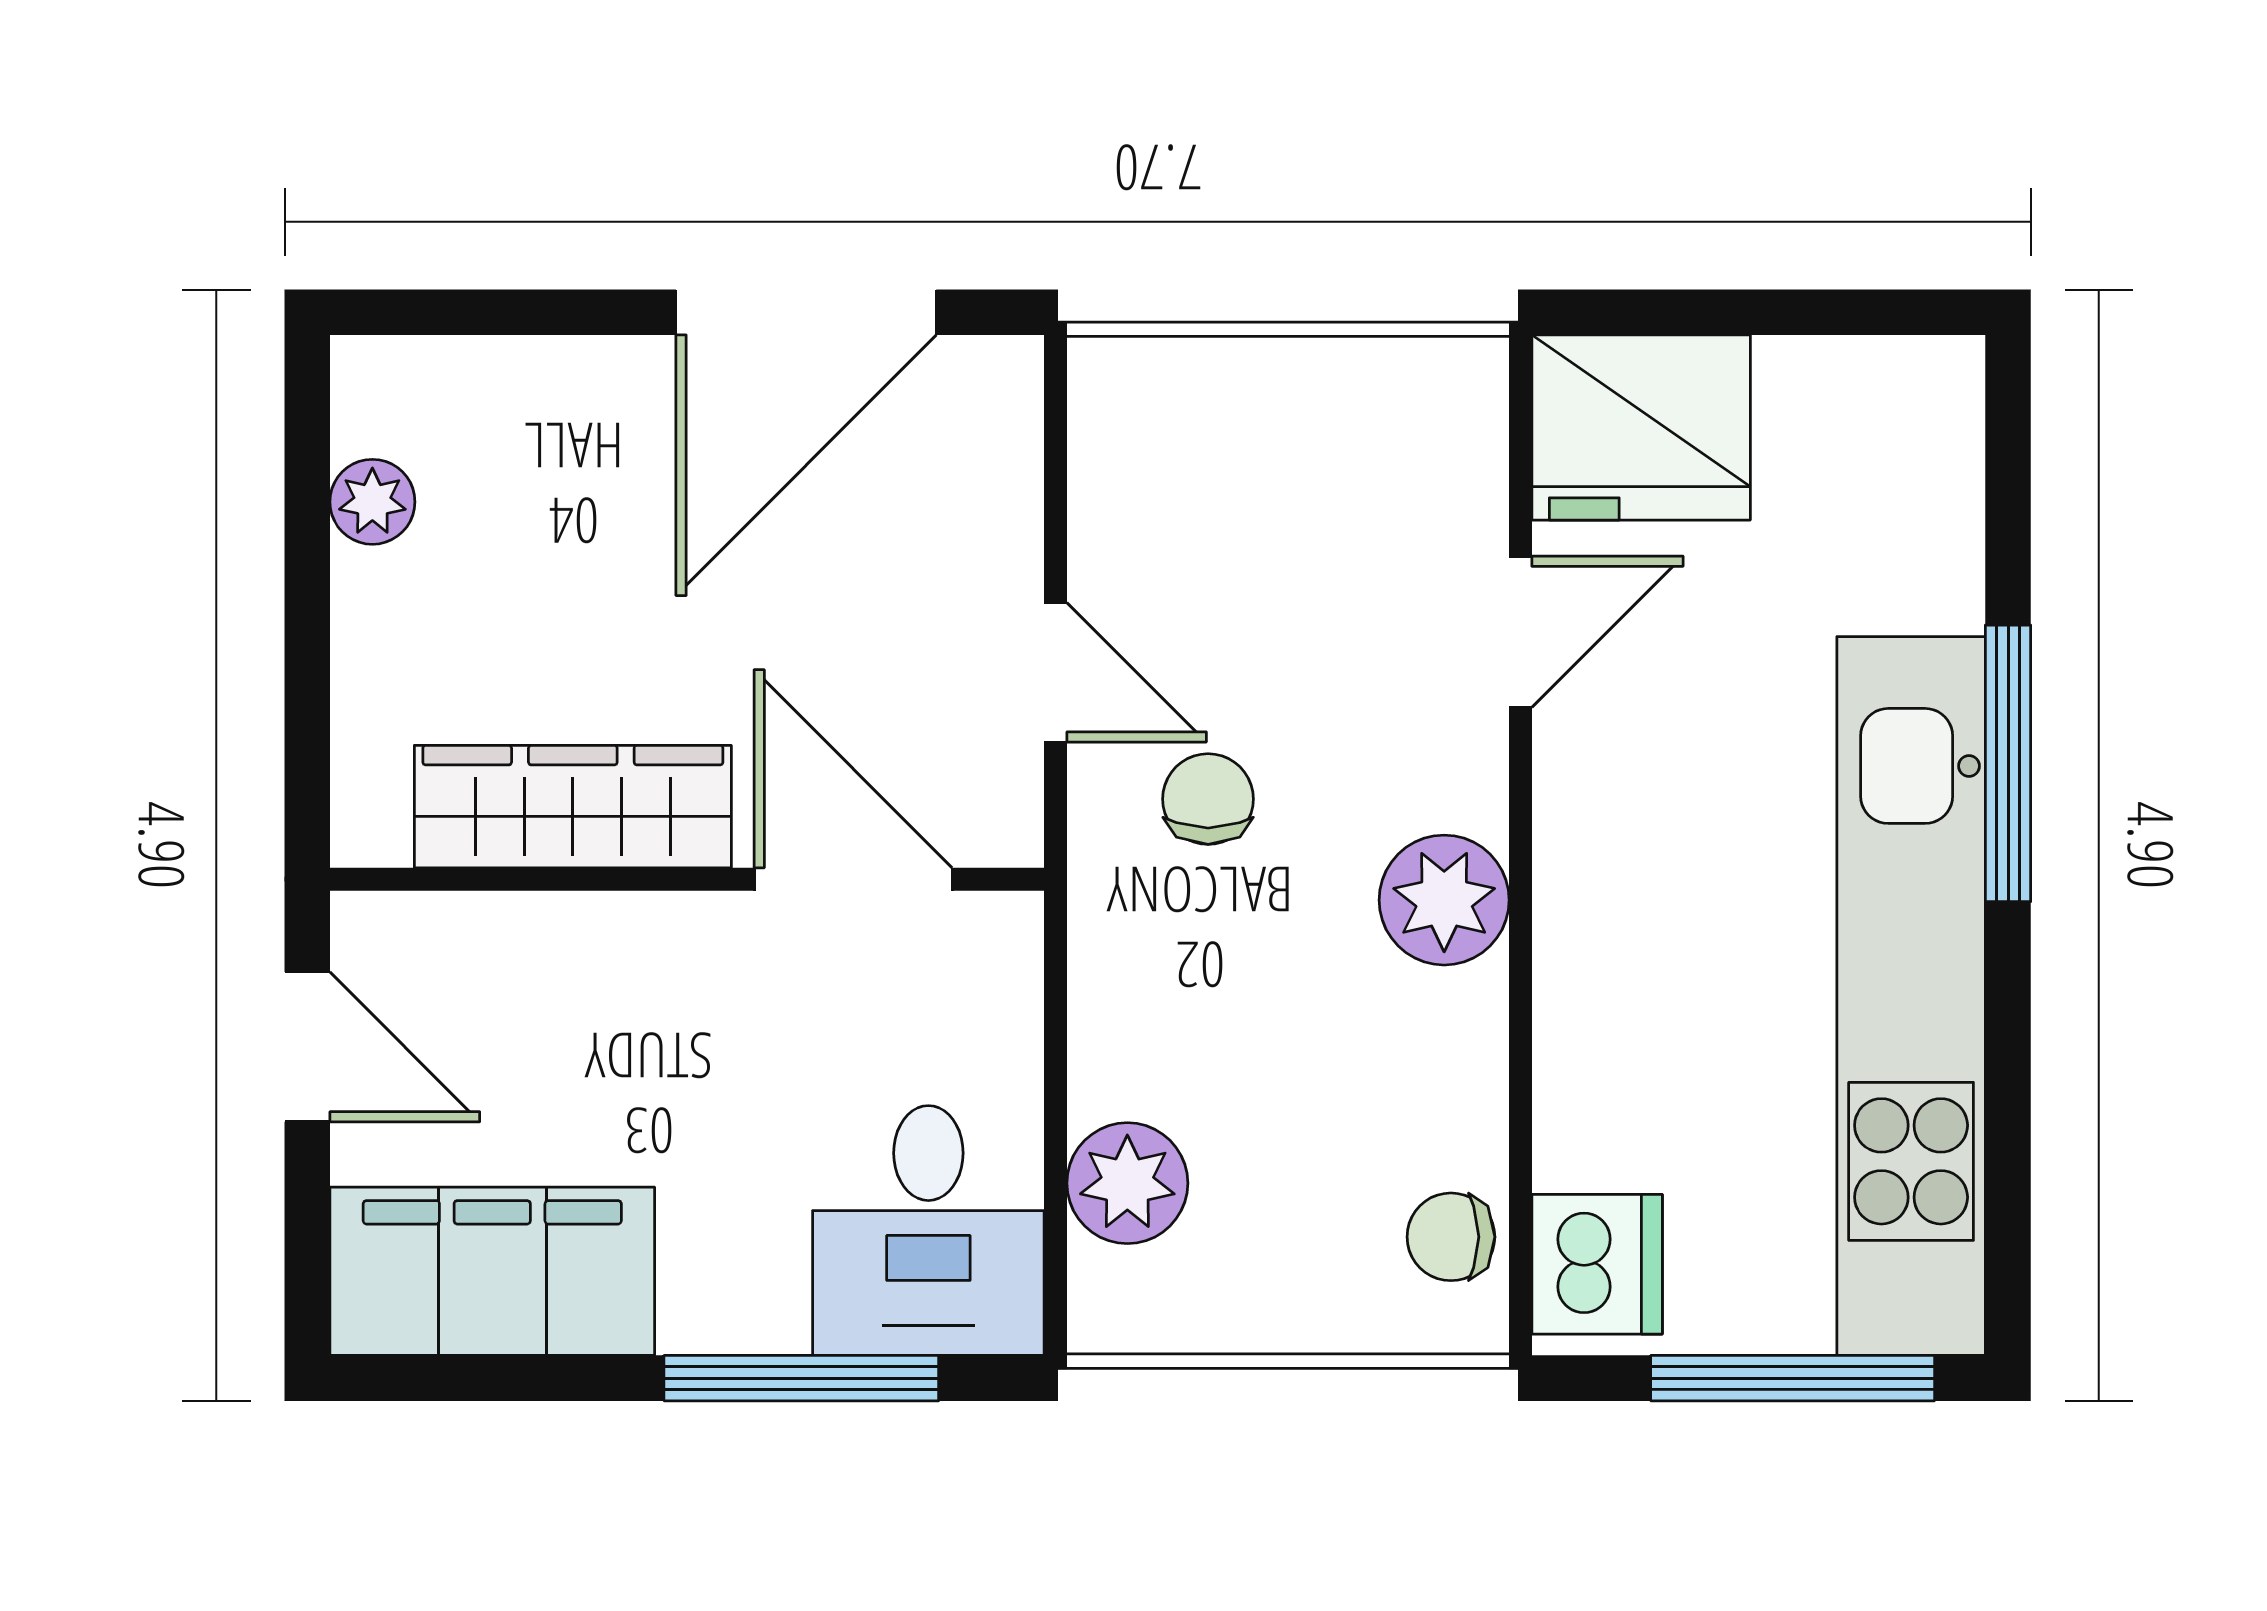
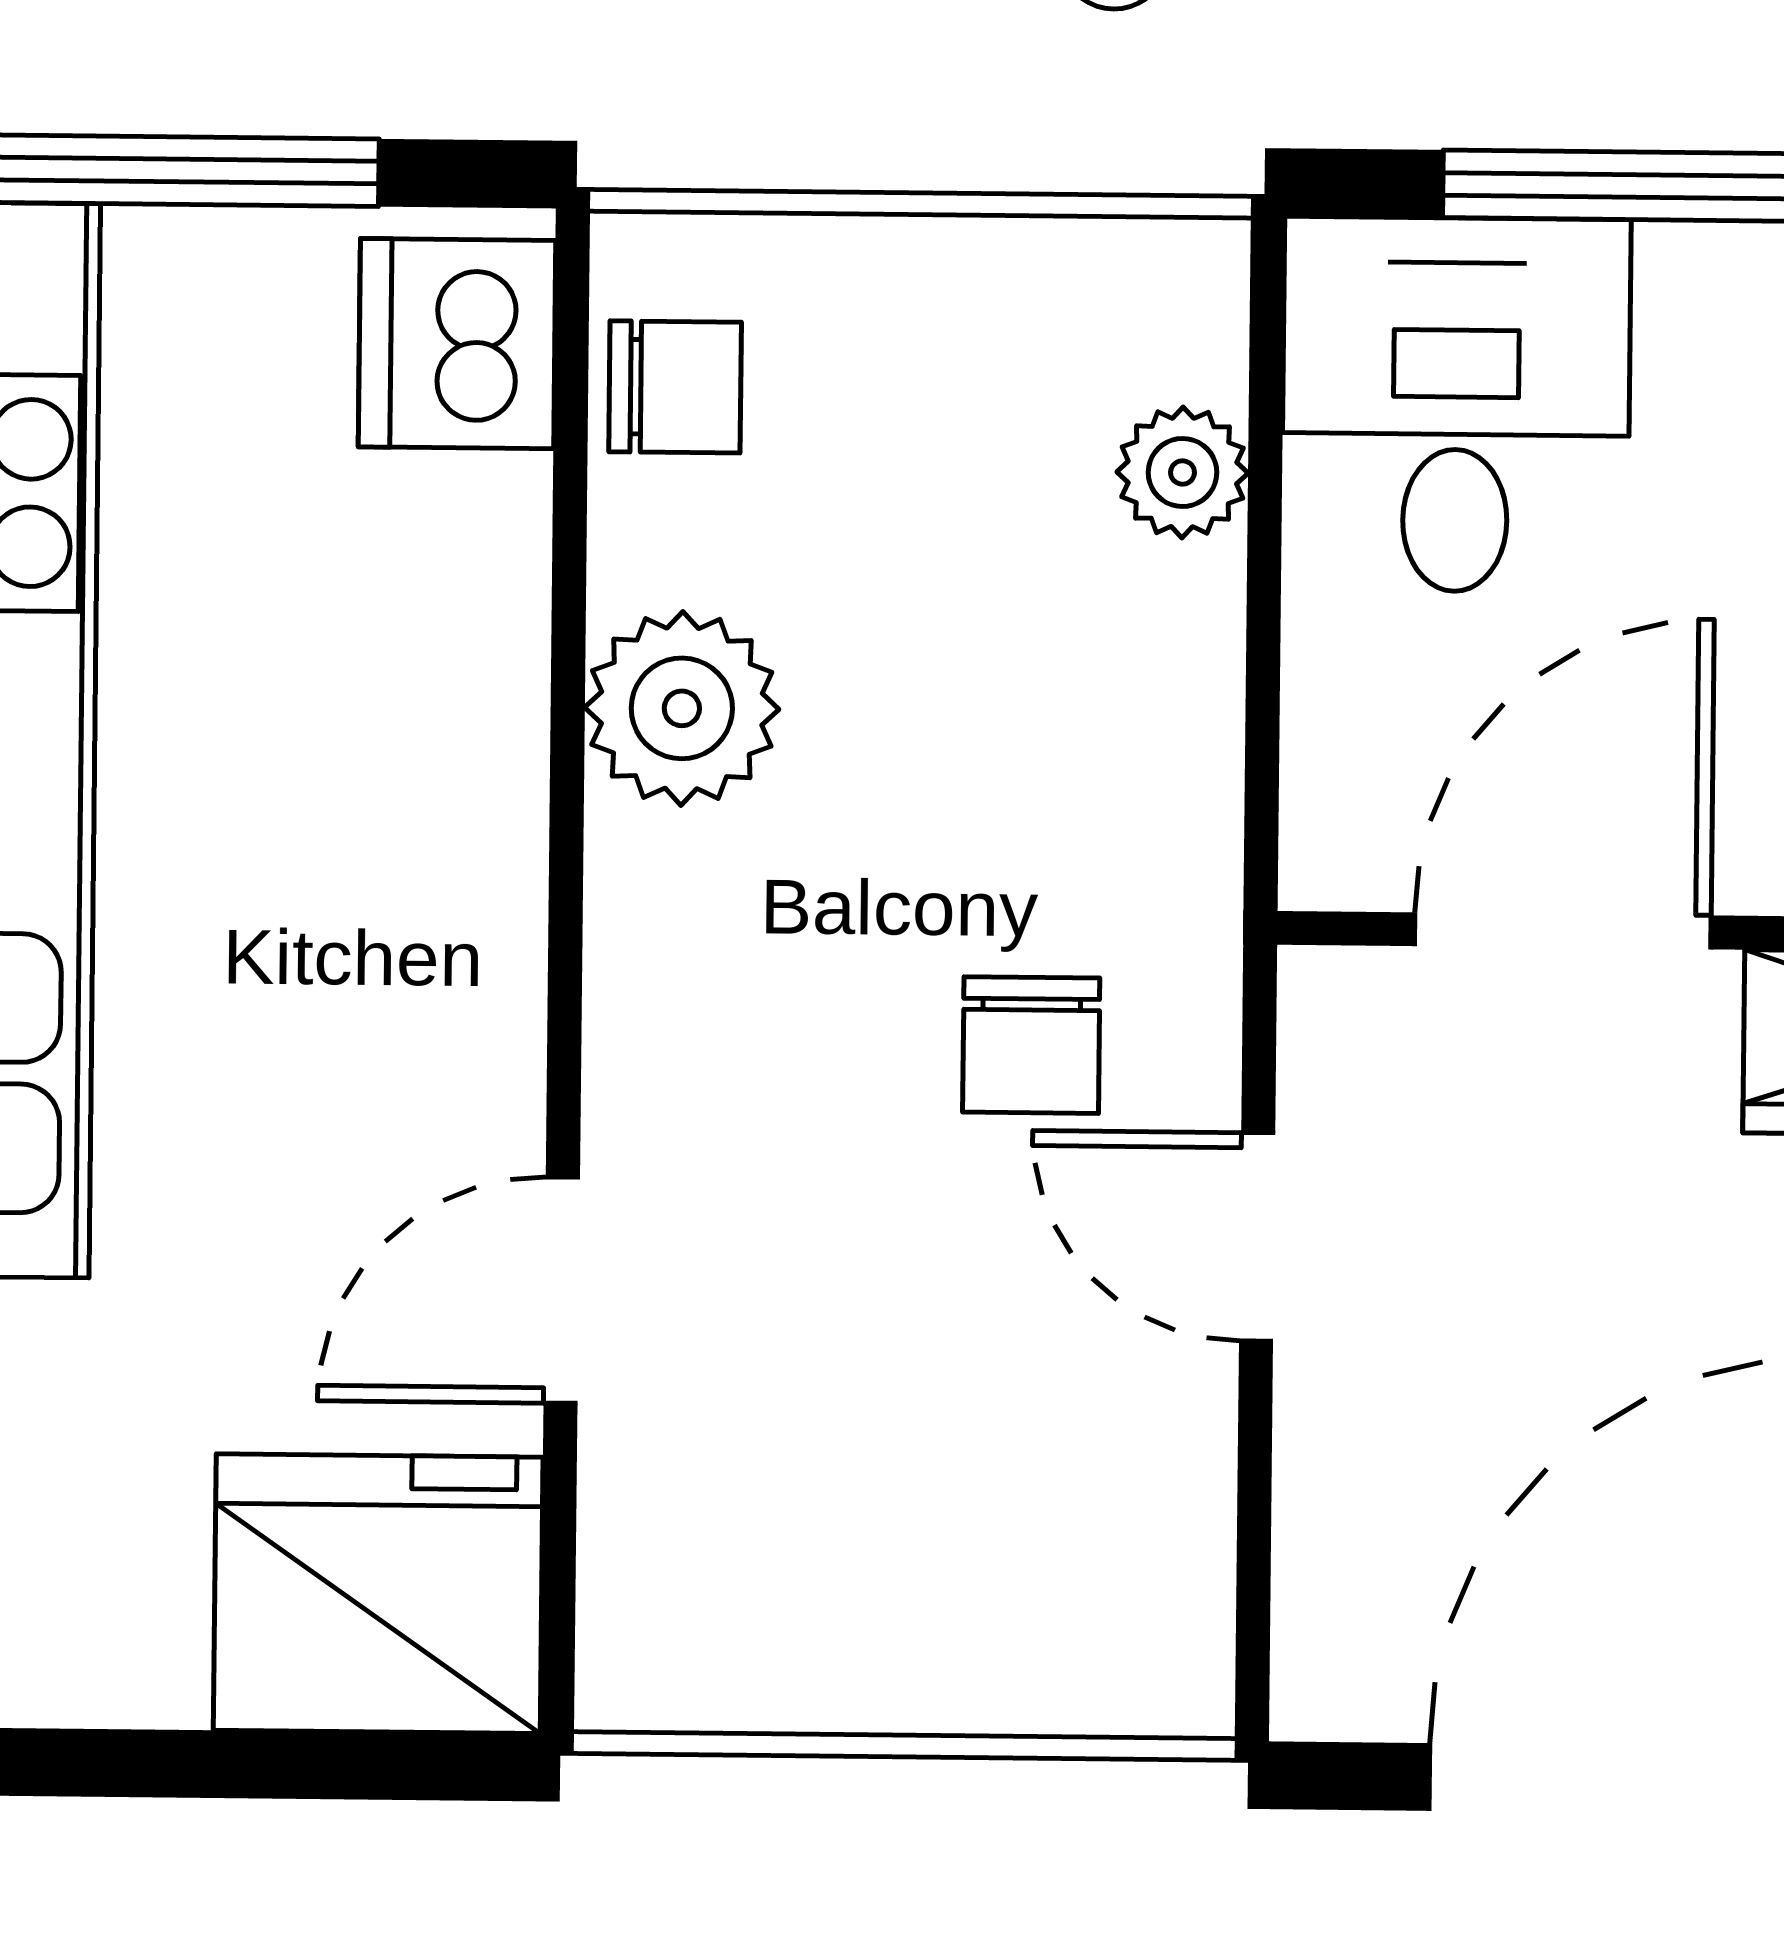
door: (853, 879) -> (1563, 931), swing flipped
plant: (1444, 900) -> (682, 708), moved
plant: (1127, 1183) -> (1182, 472), width x0.73, depth x0.73

